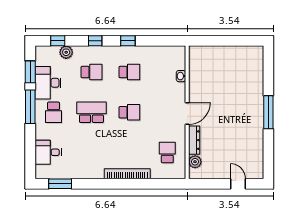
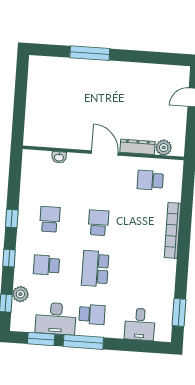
school desk: (91, 72) -> (47, 265), turned -90
window: (268, 112) -> (90, 53), moved

